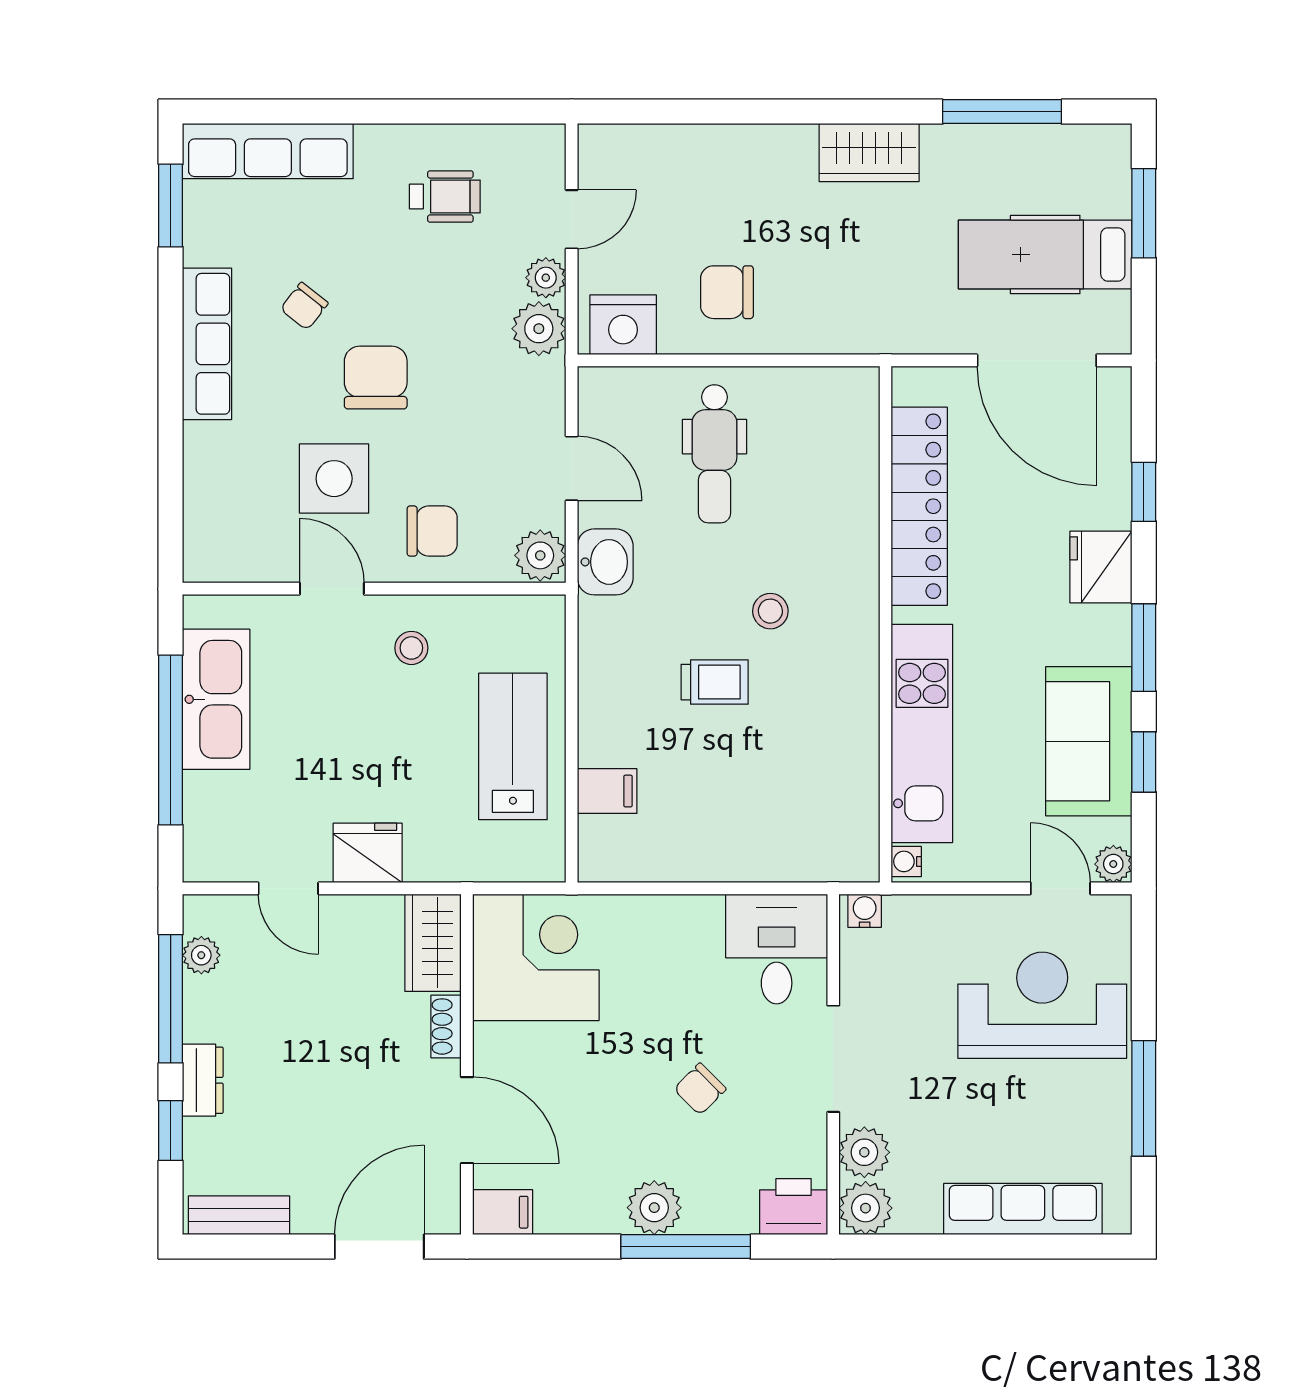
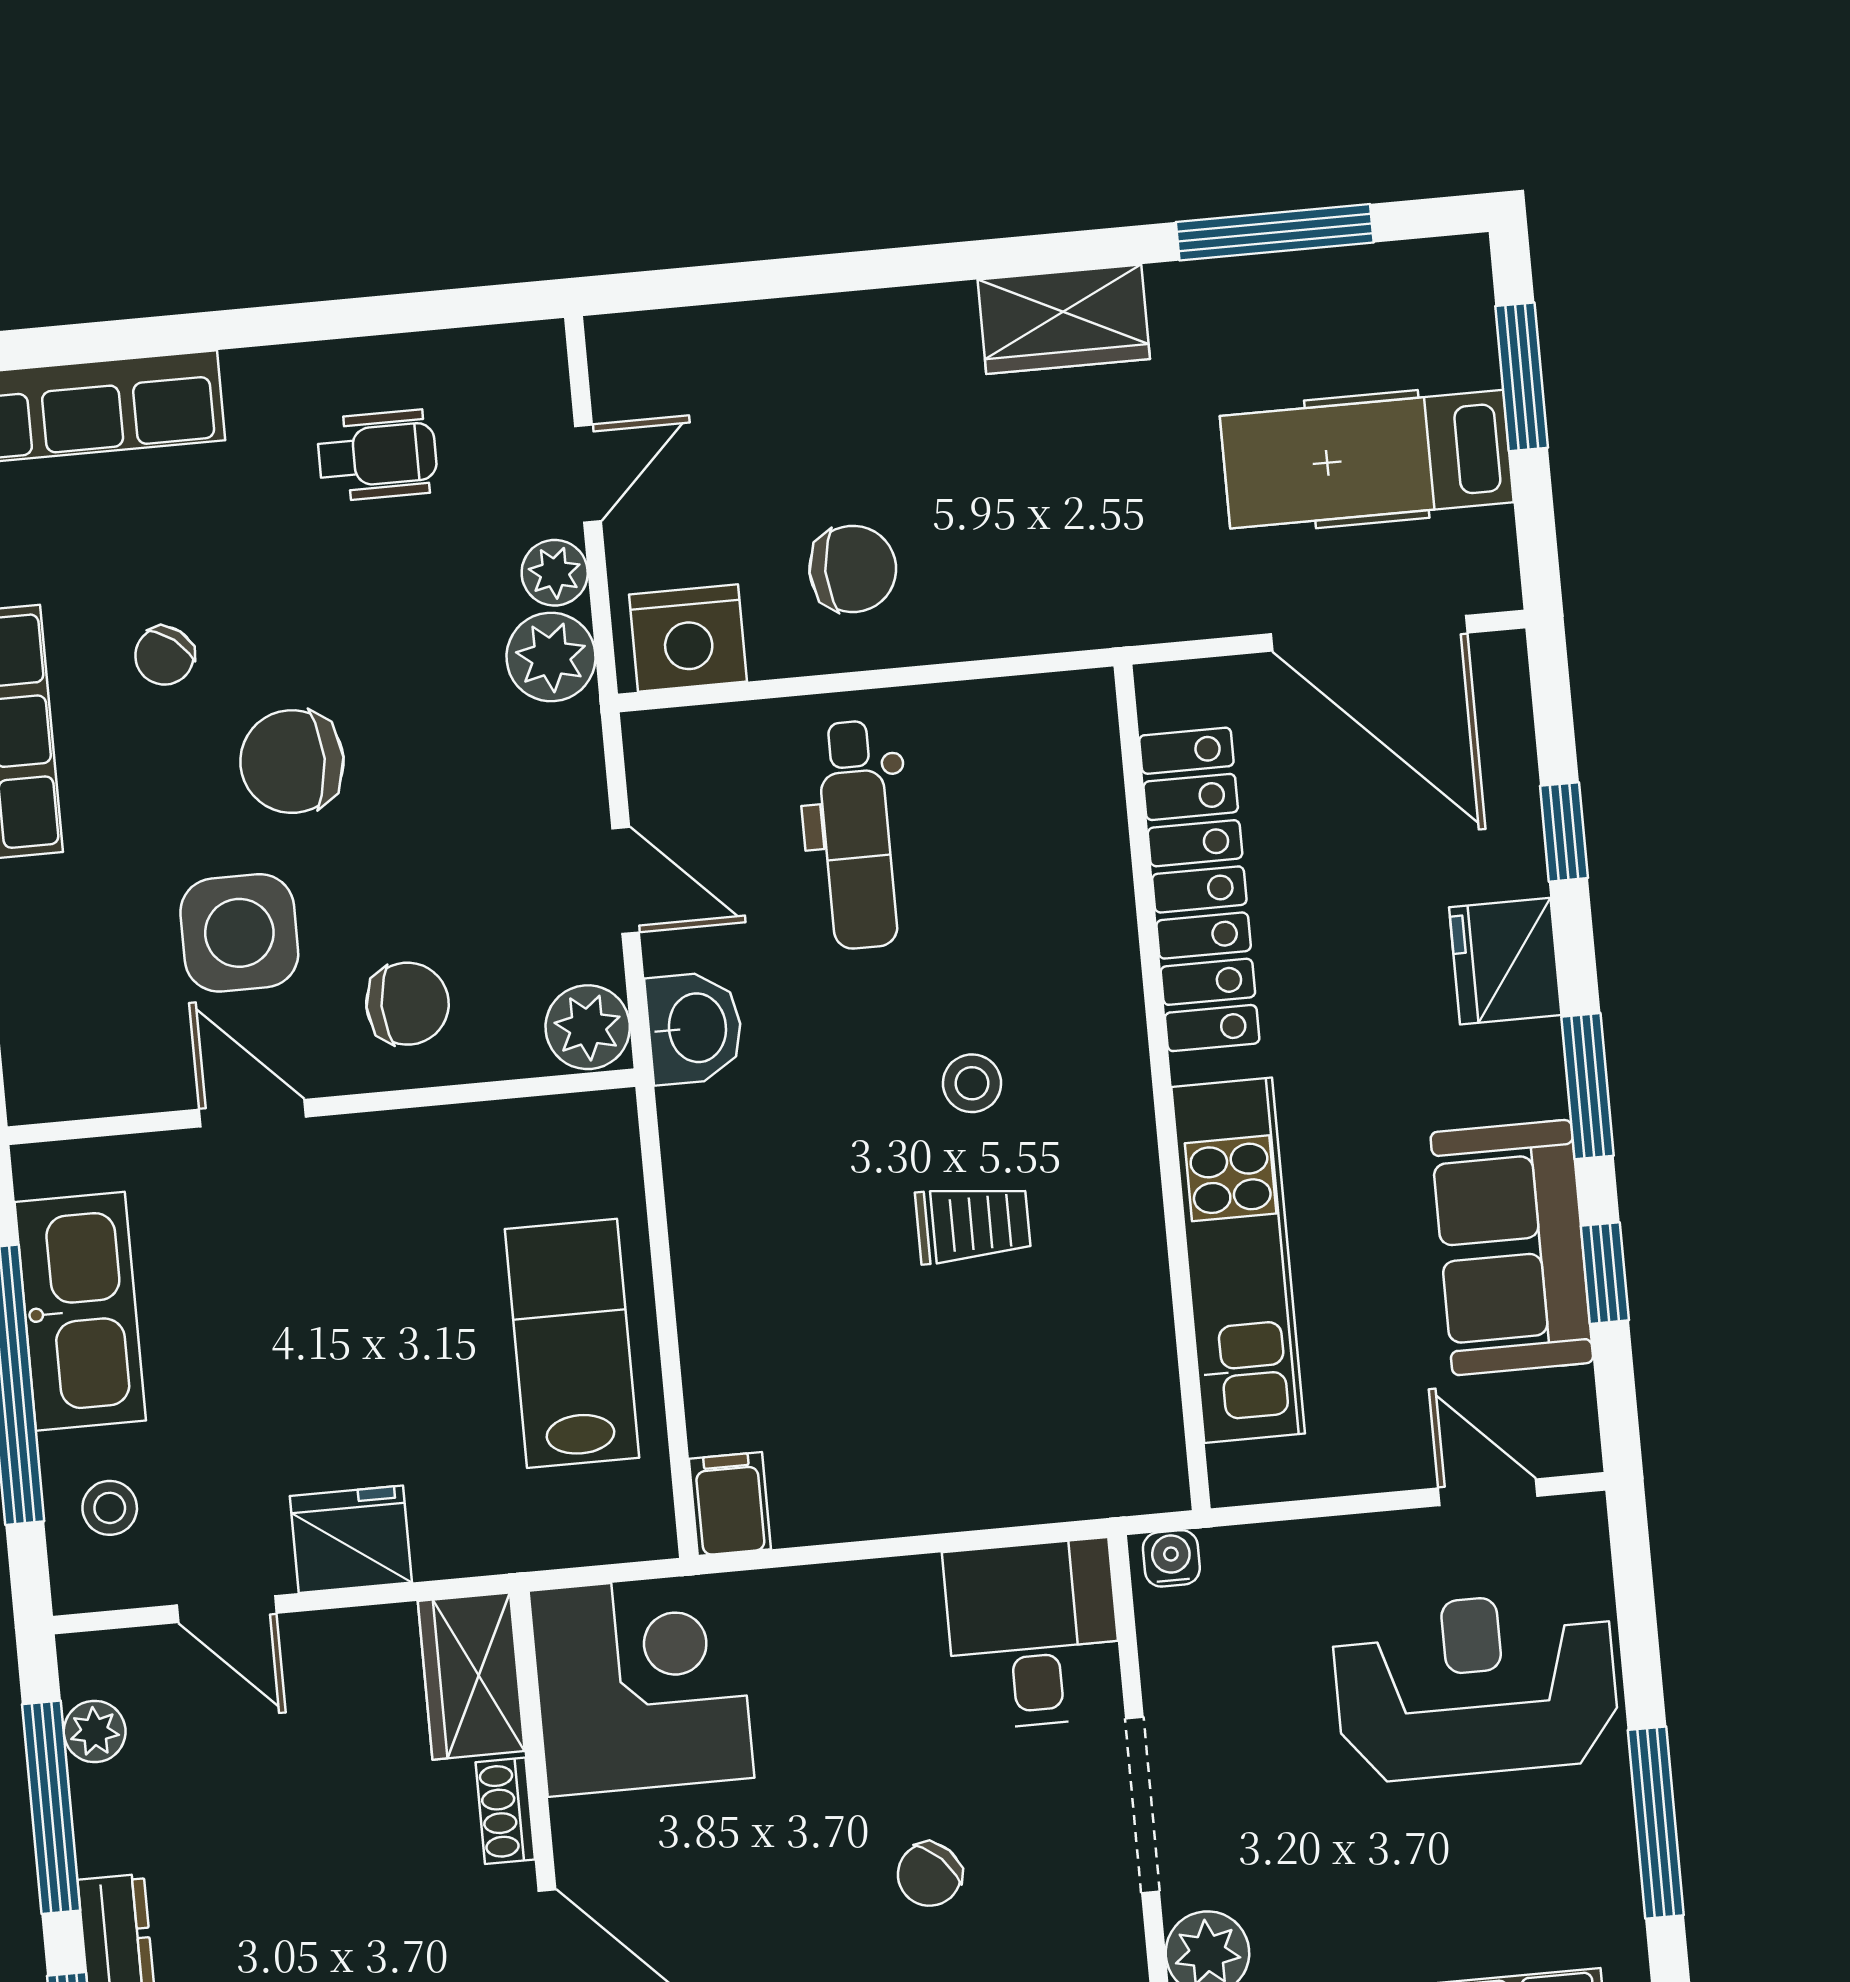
chair: (727, 292) -> (853, 569), turned 180
chair: (376, 378) -> (292, 762), turned -90
stool: (411, 648) -> (110, 1508), moved
trolley: (715, 682) -> (973, 1224), moved
filing cabinet: (607, 791) -> (730, 1504), moved, turned -90
water cooler: (906, 861) -> (1232, 1472), removed
plant: (1113, 864) -> (1570, 1444), removed

